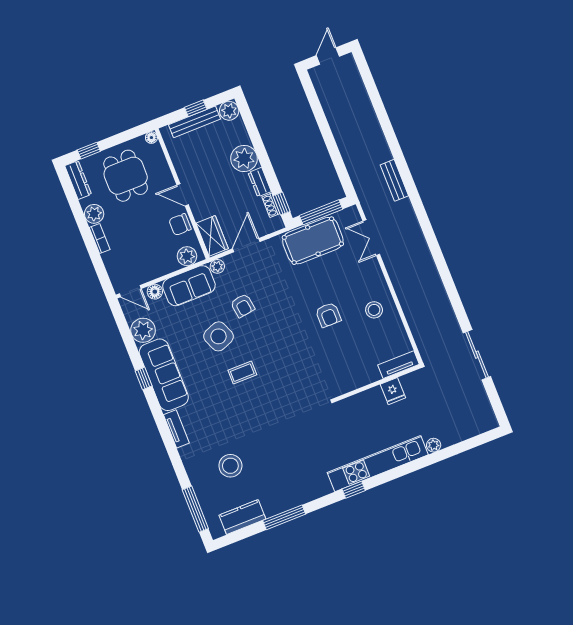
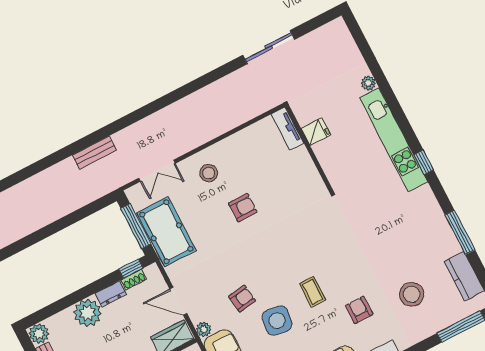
stool: (374, 310) -> (209, 173), moved
side table: (219, 336) -> (277, 321), turned 30
armchair: (221, 415) -> (359, 310), added

